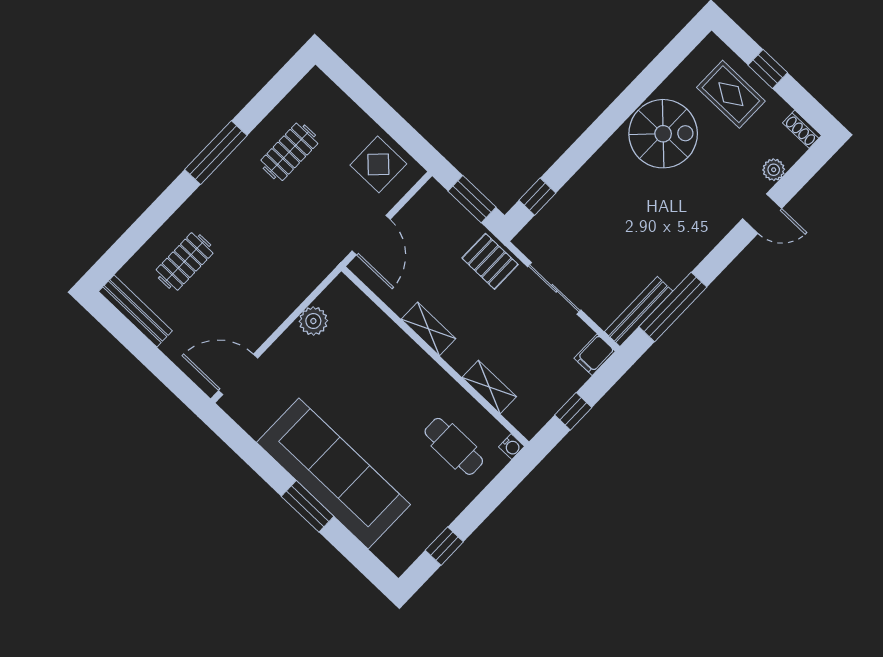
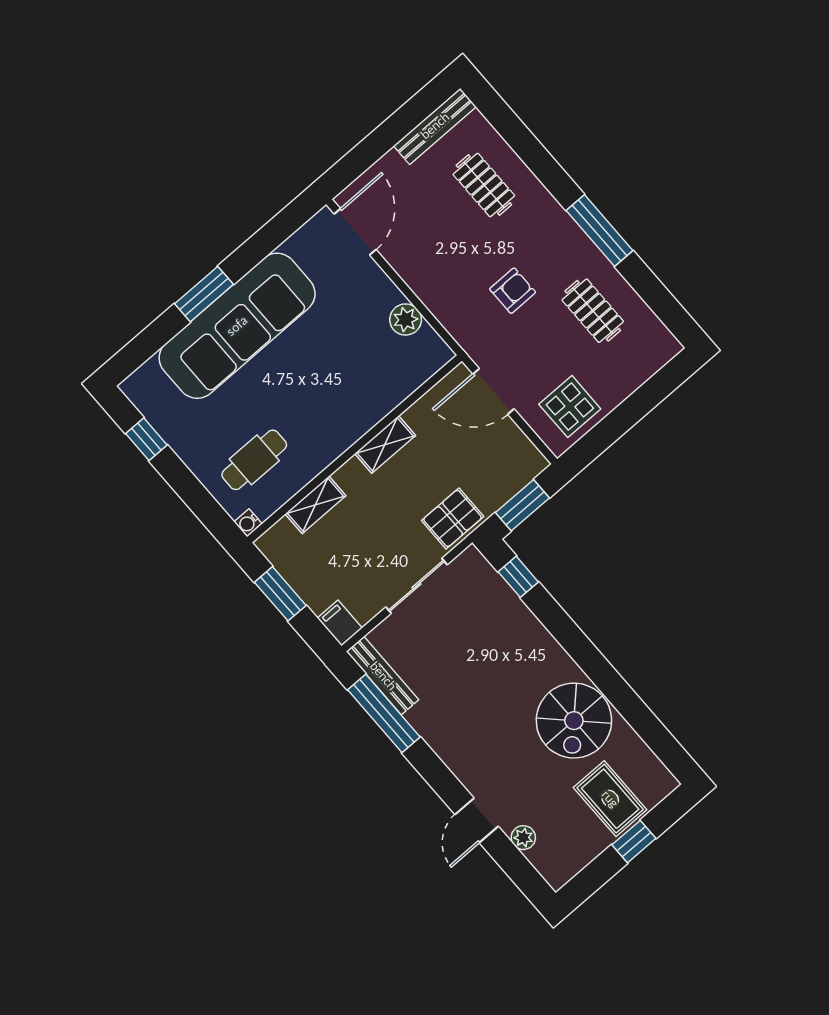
rug: (731, 94) -> (610, 799), turned 90
shoe rack: (802, 129) -> (565, 873), removed
armchair: (278, 226) -> (513, 291), added
window: (573, 411) -> (280, 594), width x1.50

